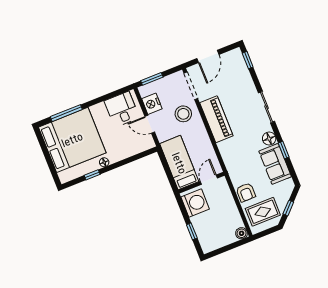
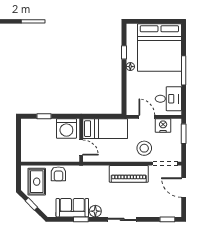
window: (66, 113) -> (184, 70), moved
door: (150, 124) -> (147, 117), hinge flipped
armchair: (246, 192) -> (58, 174), turned -90
boiler: (242, 233) -> (26, 157), removed

